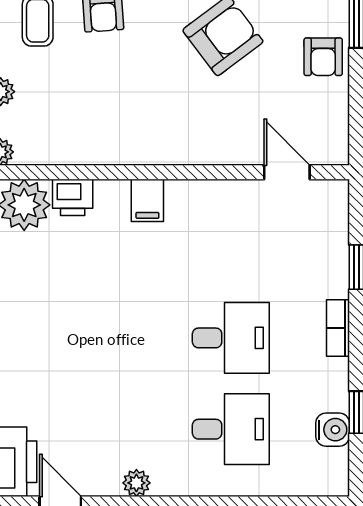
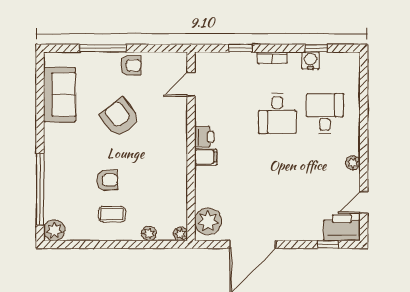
printer: (73, 197) -> (204, 137), moved
desk: (231, 338) -> (277, 114), turned 180
water cooler: (333, 430) -> (310, 60), moved

